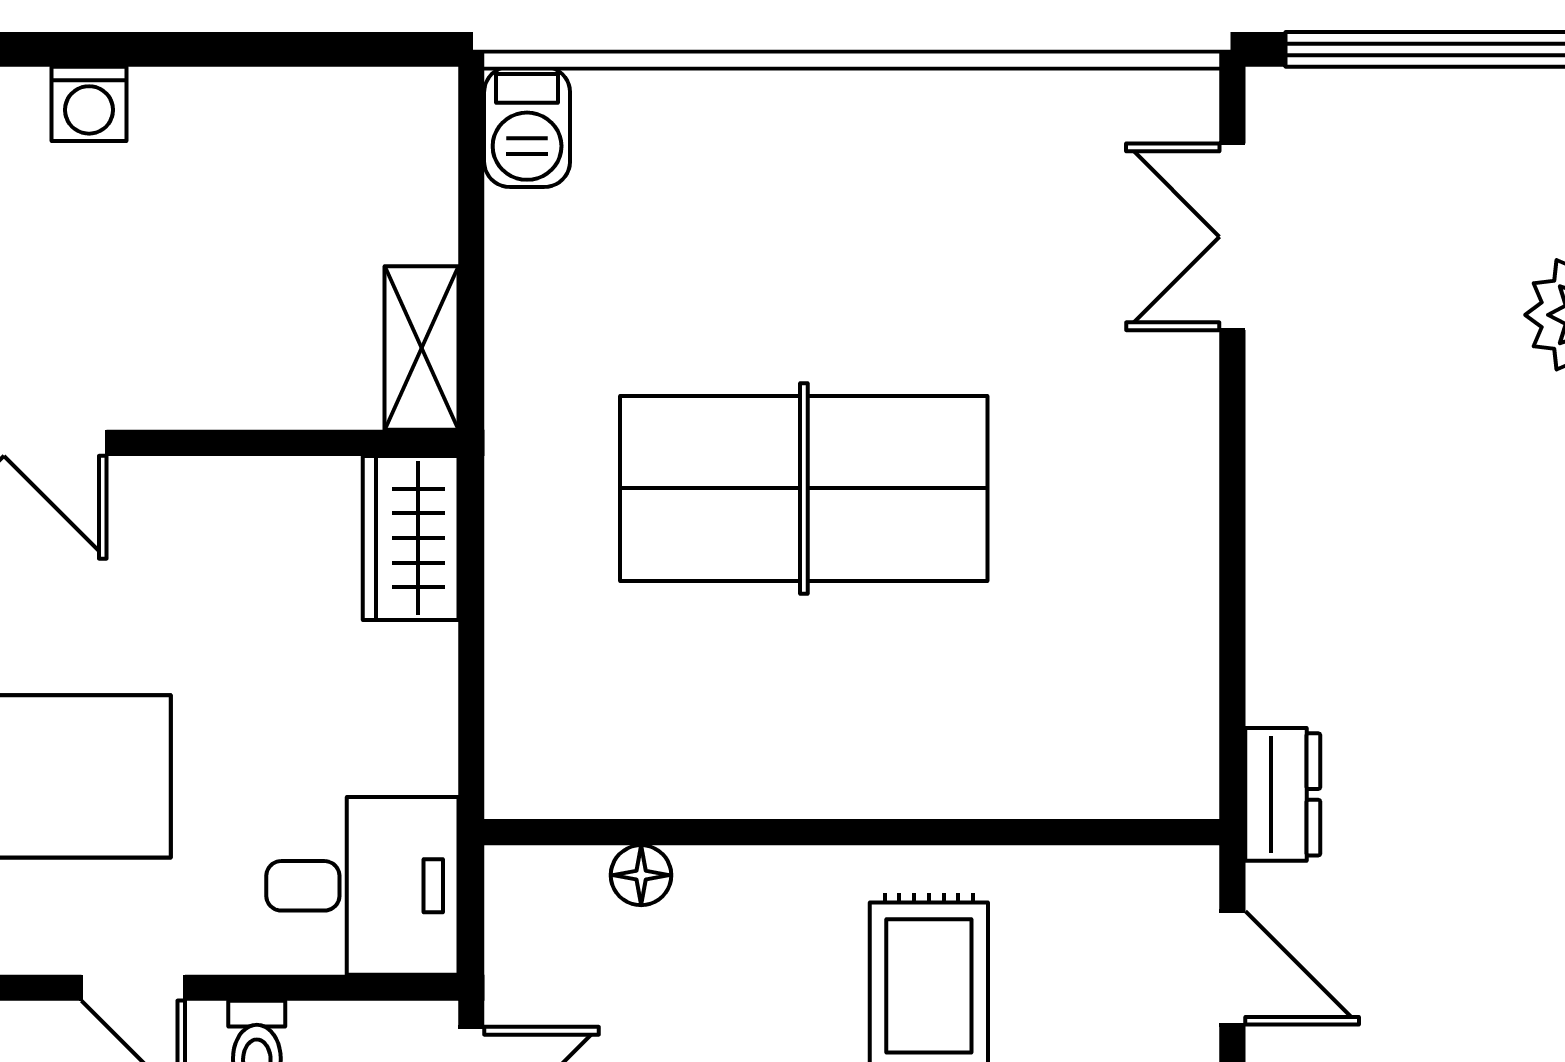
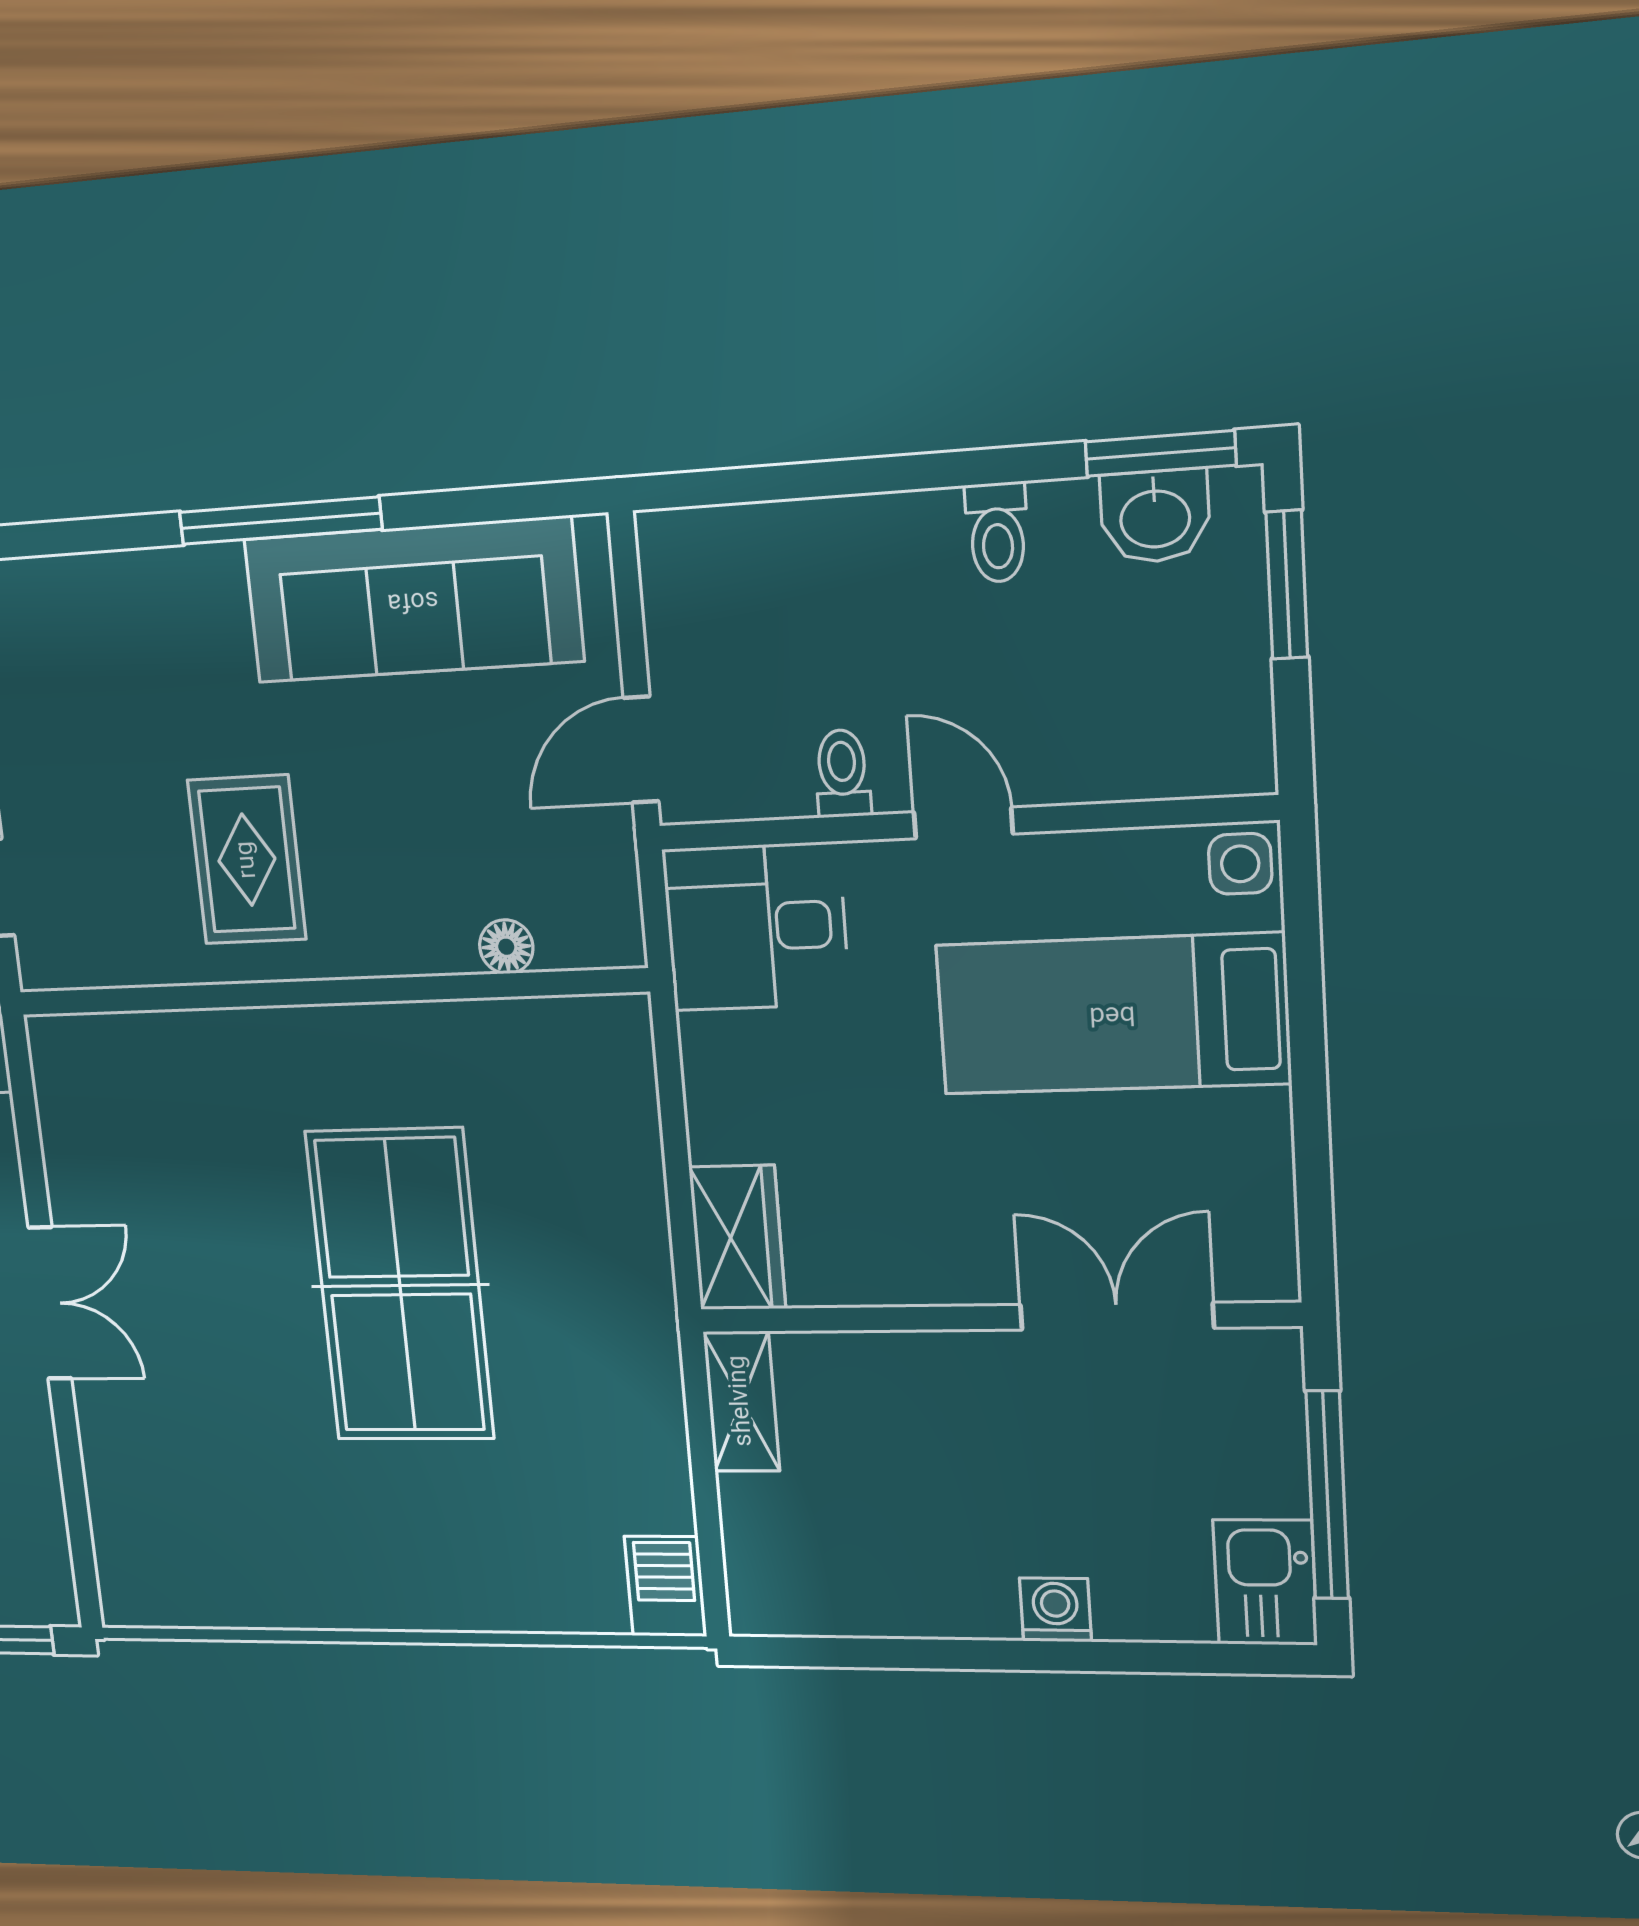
double door: (1232, 237) -> (50, 1303), moved
table tennis table: (804, 488) -> (400, 1285), turned 90

